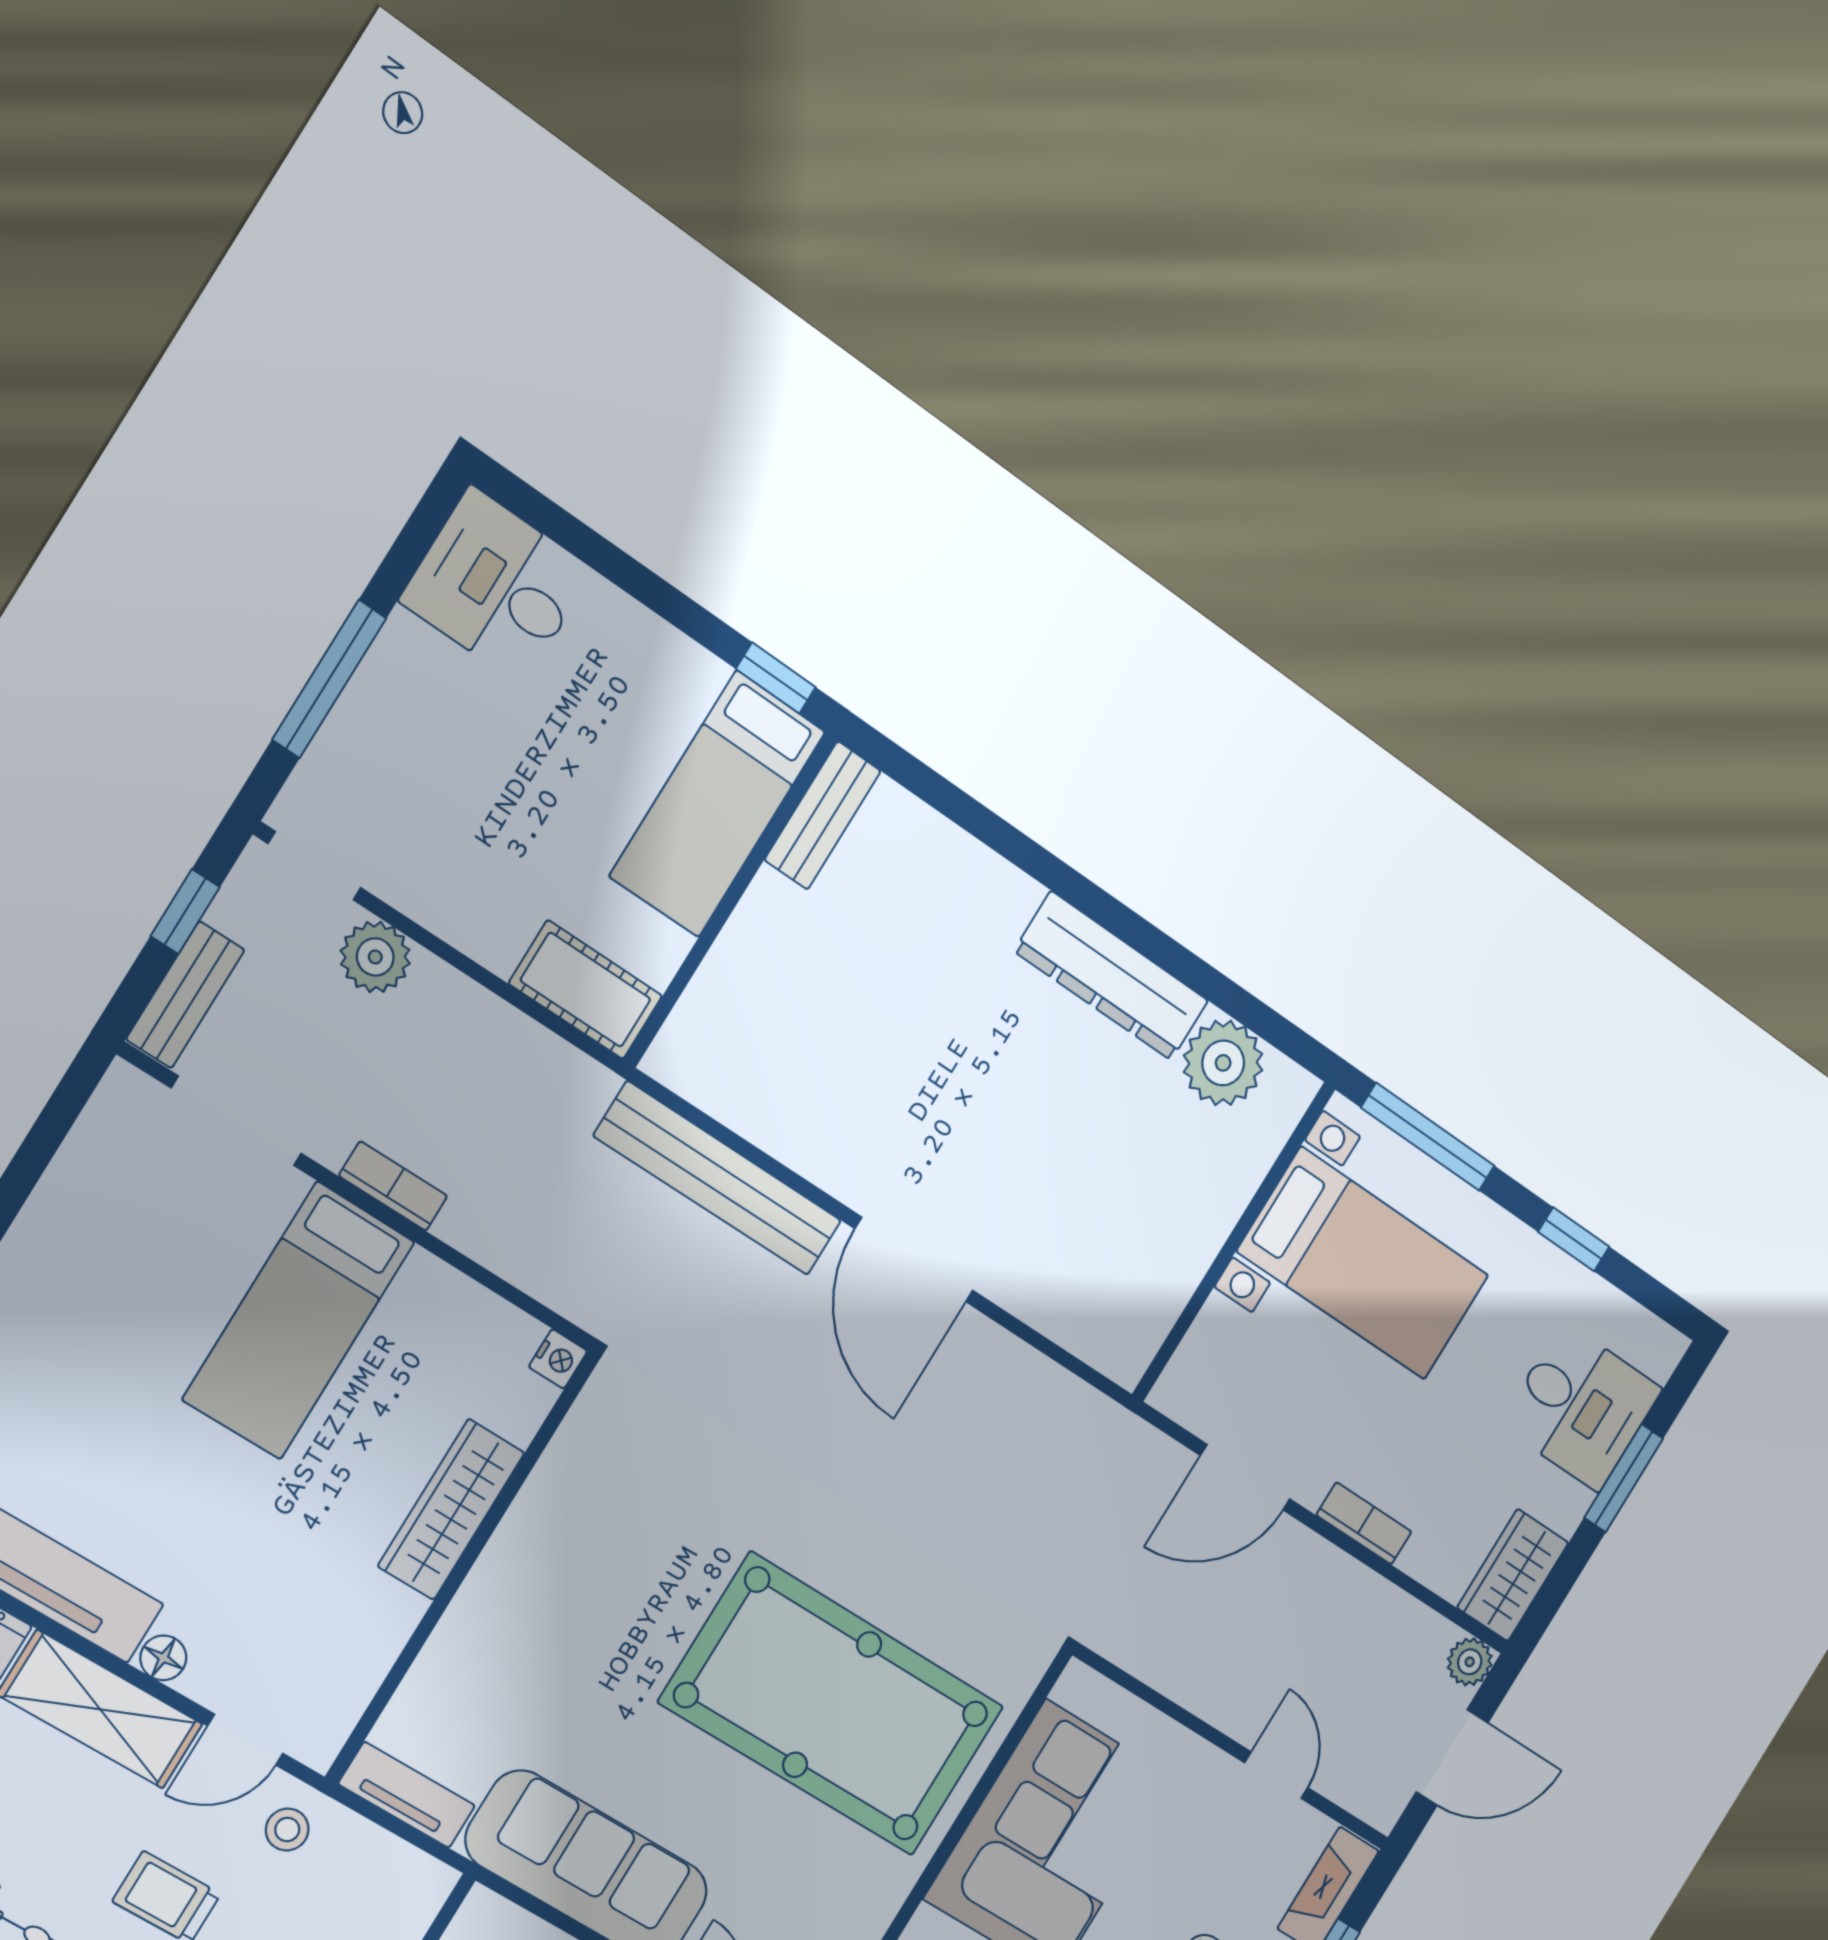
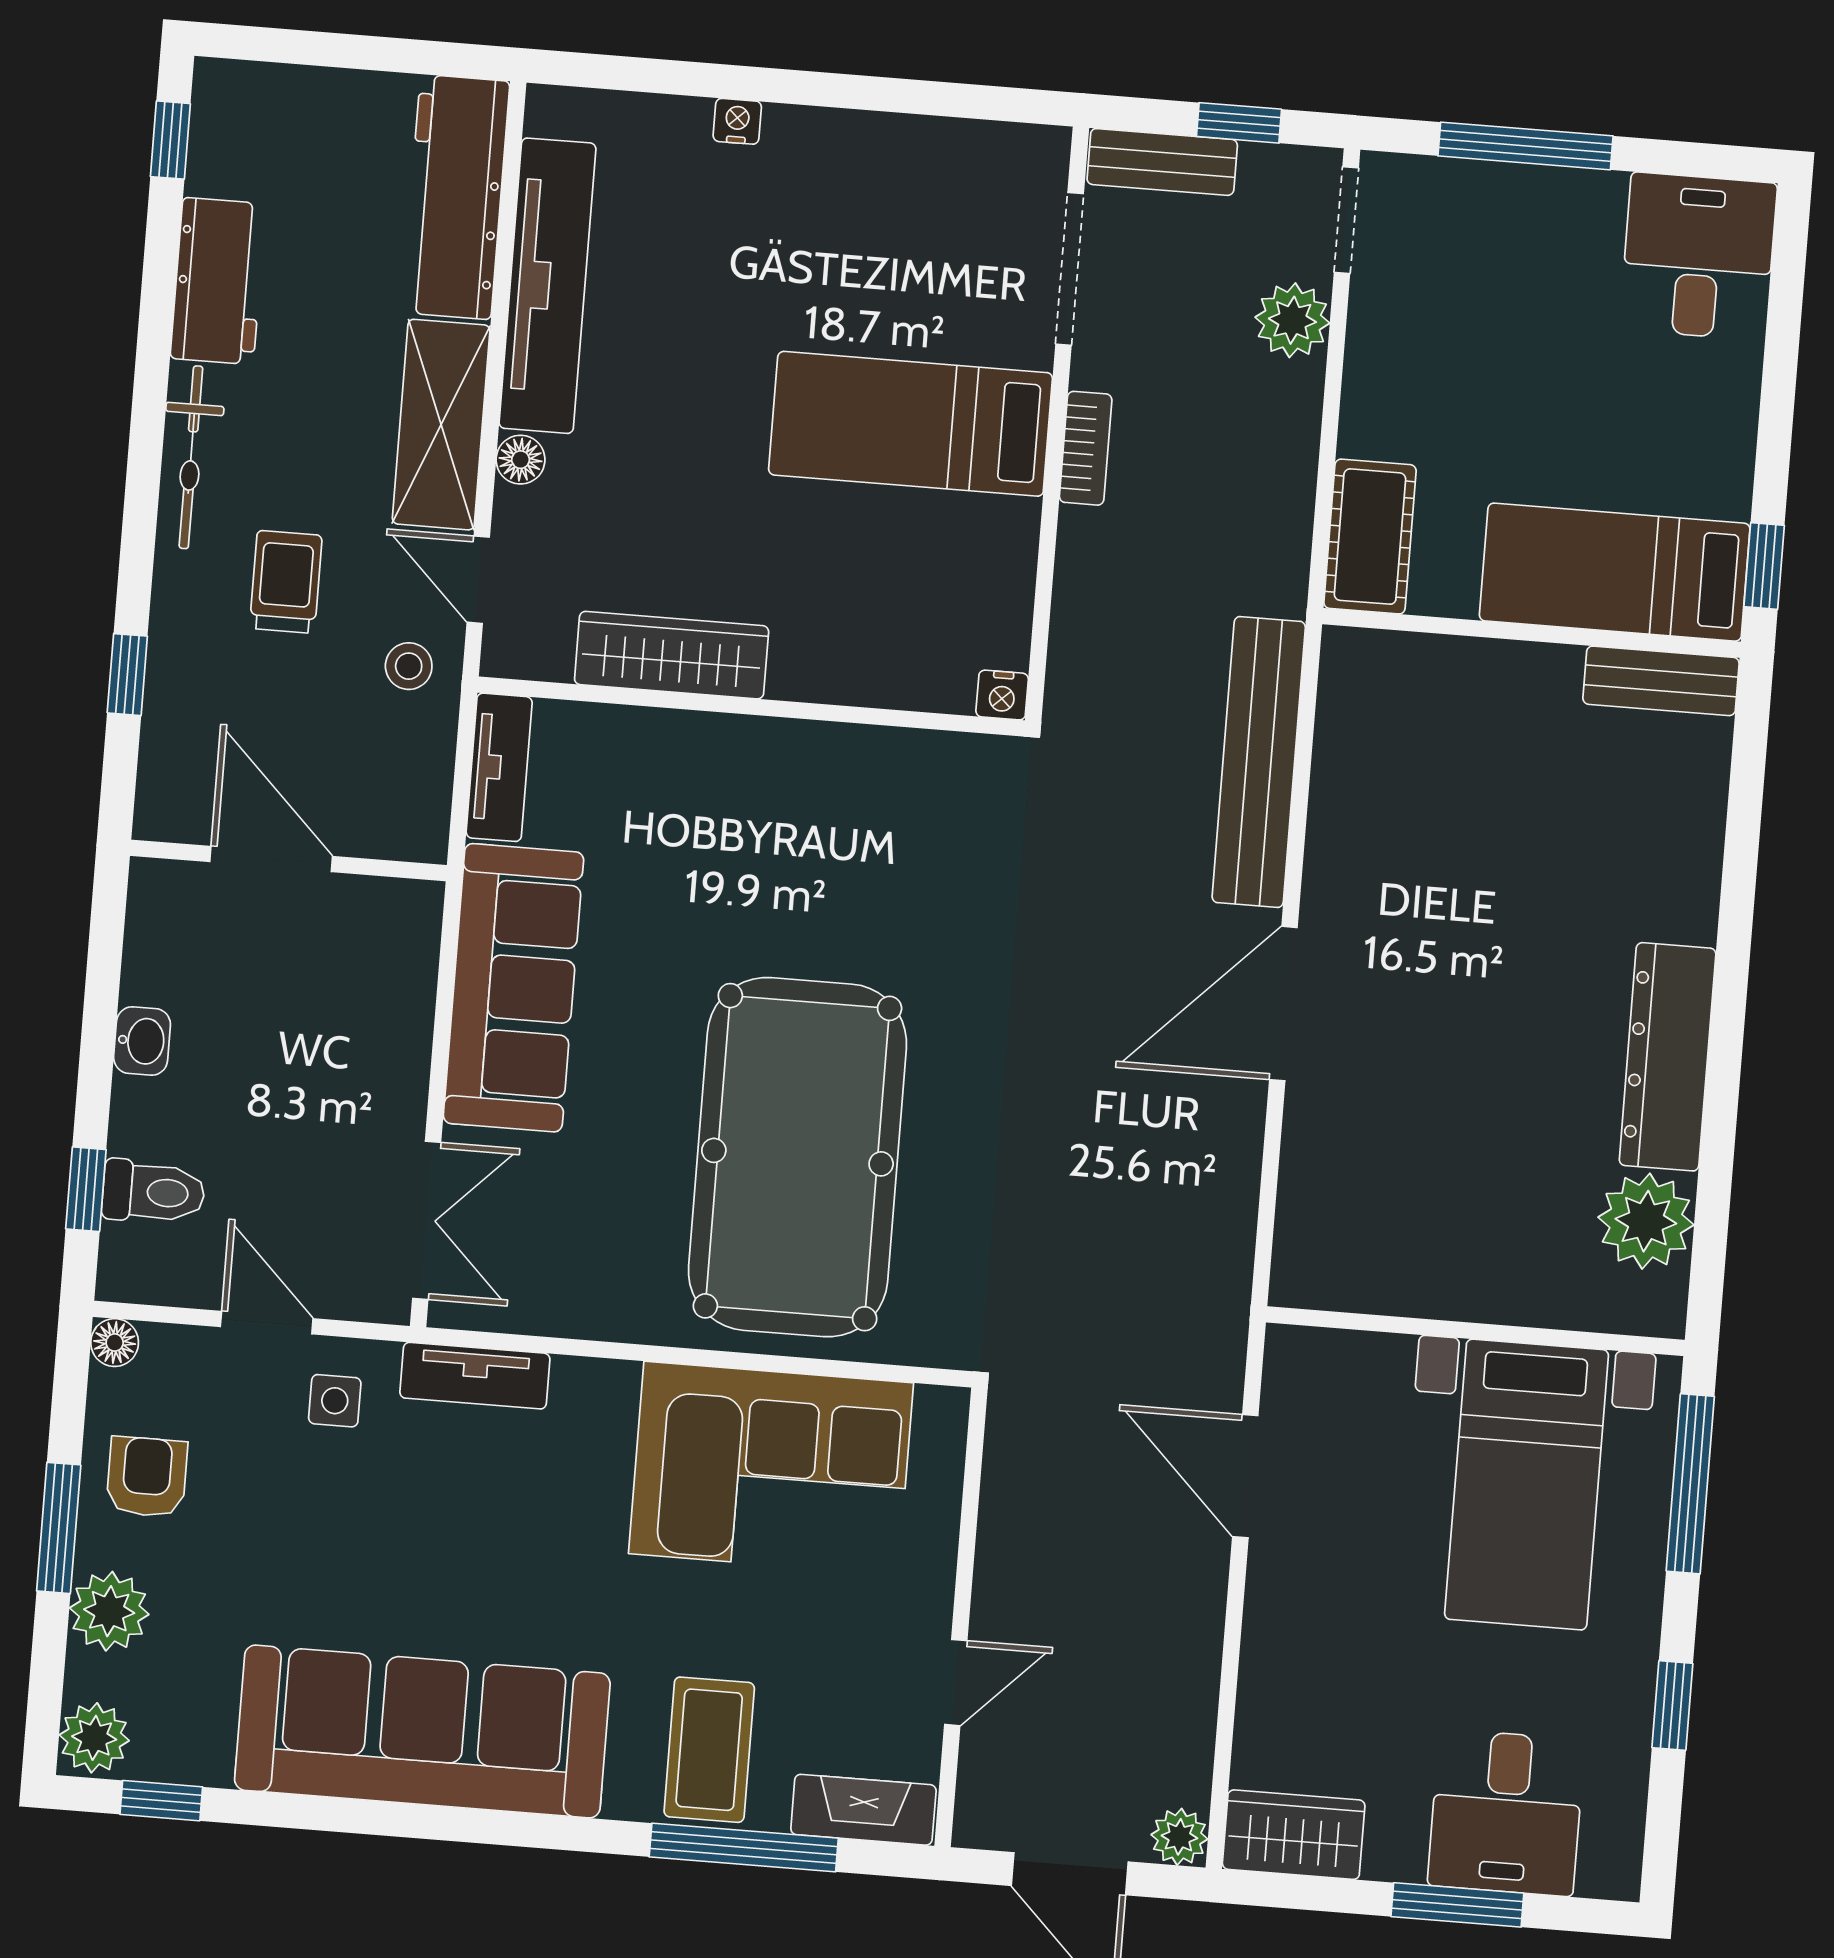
wardrobe: (451, 1509) -> (672, 655), moved
bookcase: (1364, 1523) -> (1264, 1635), removed

